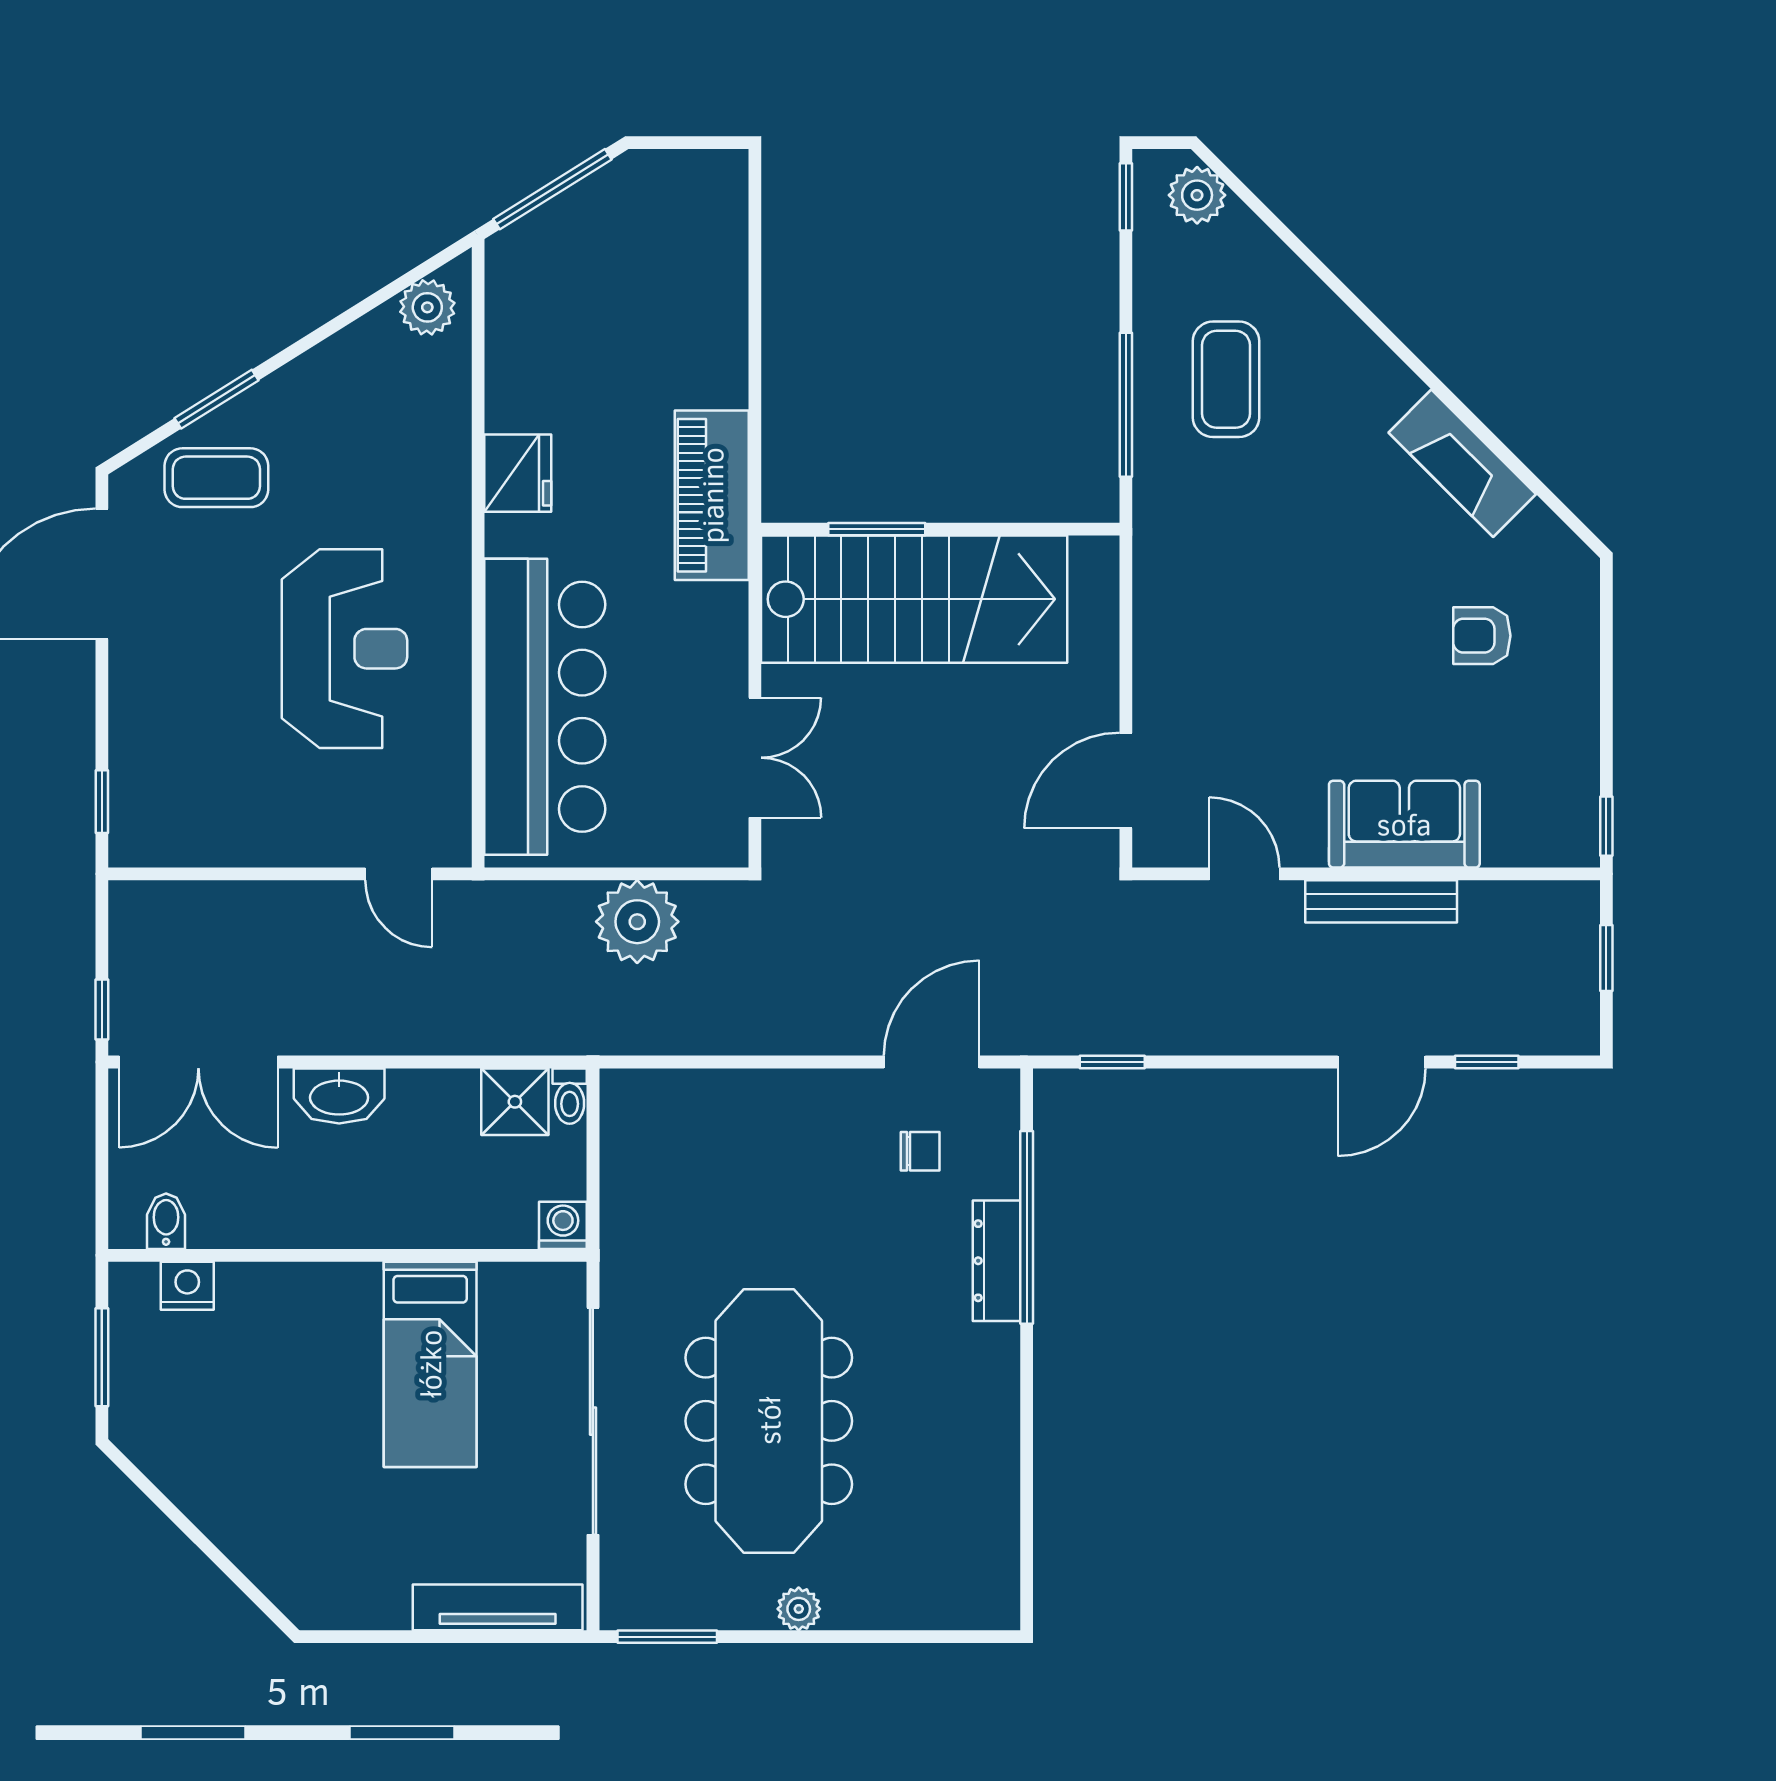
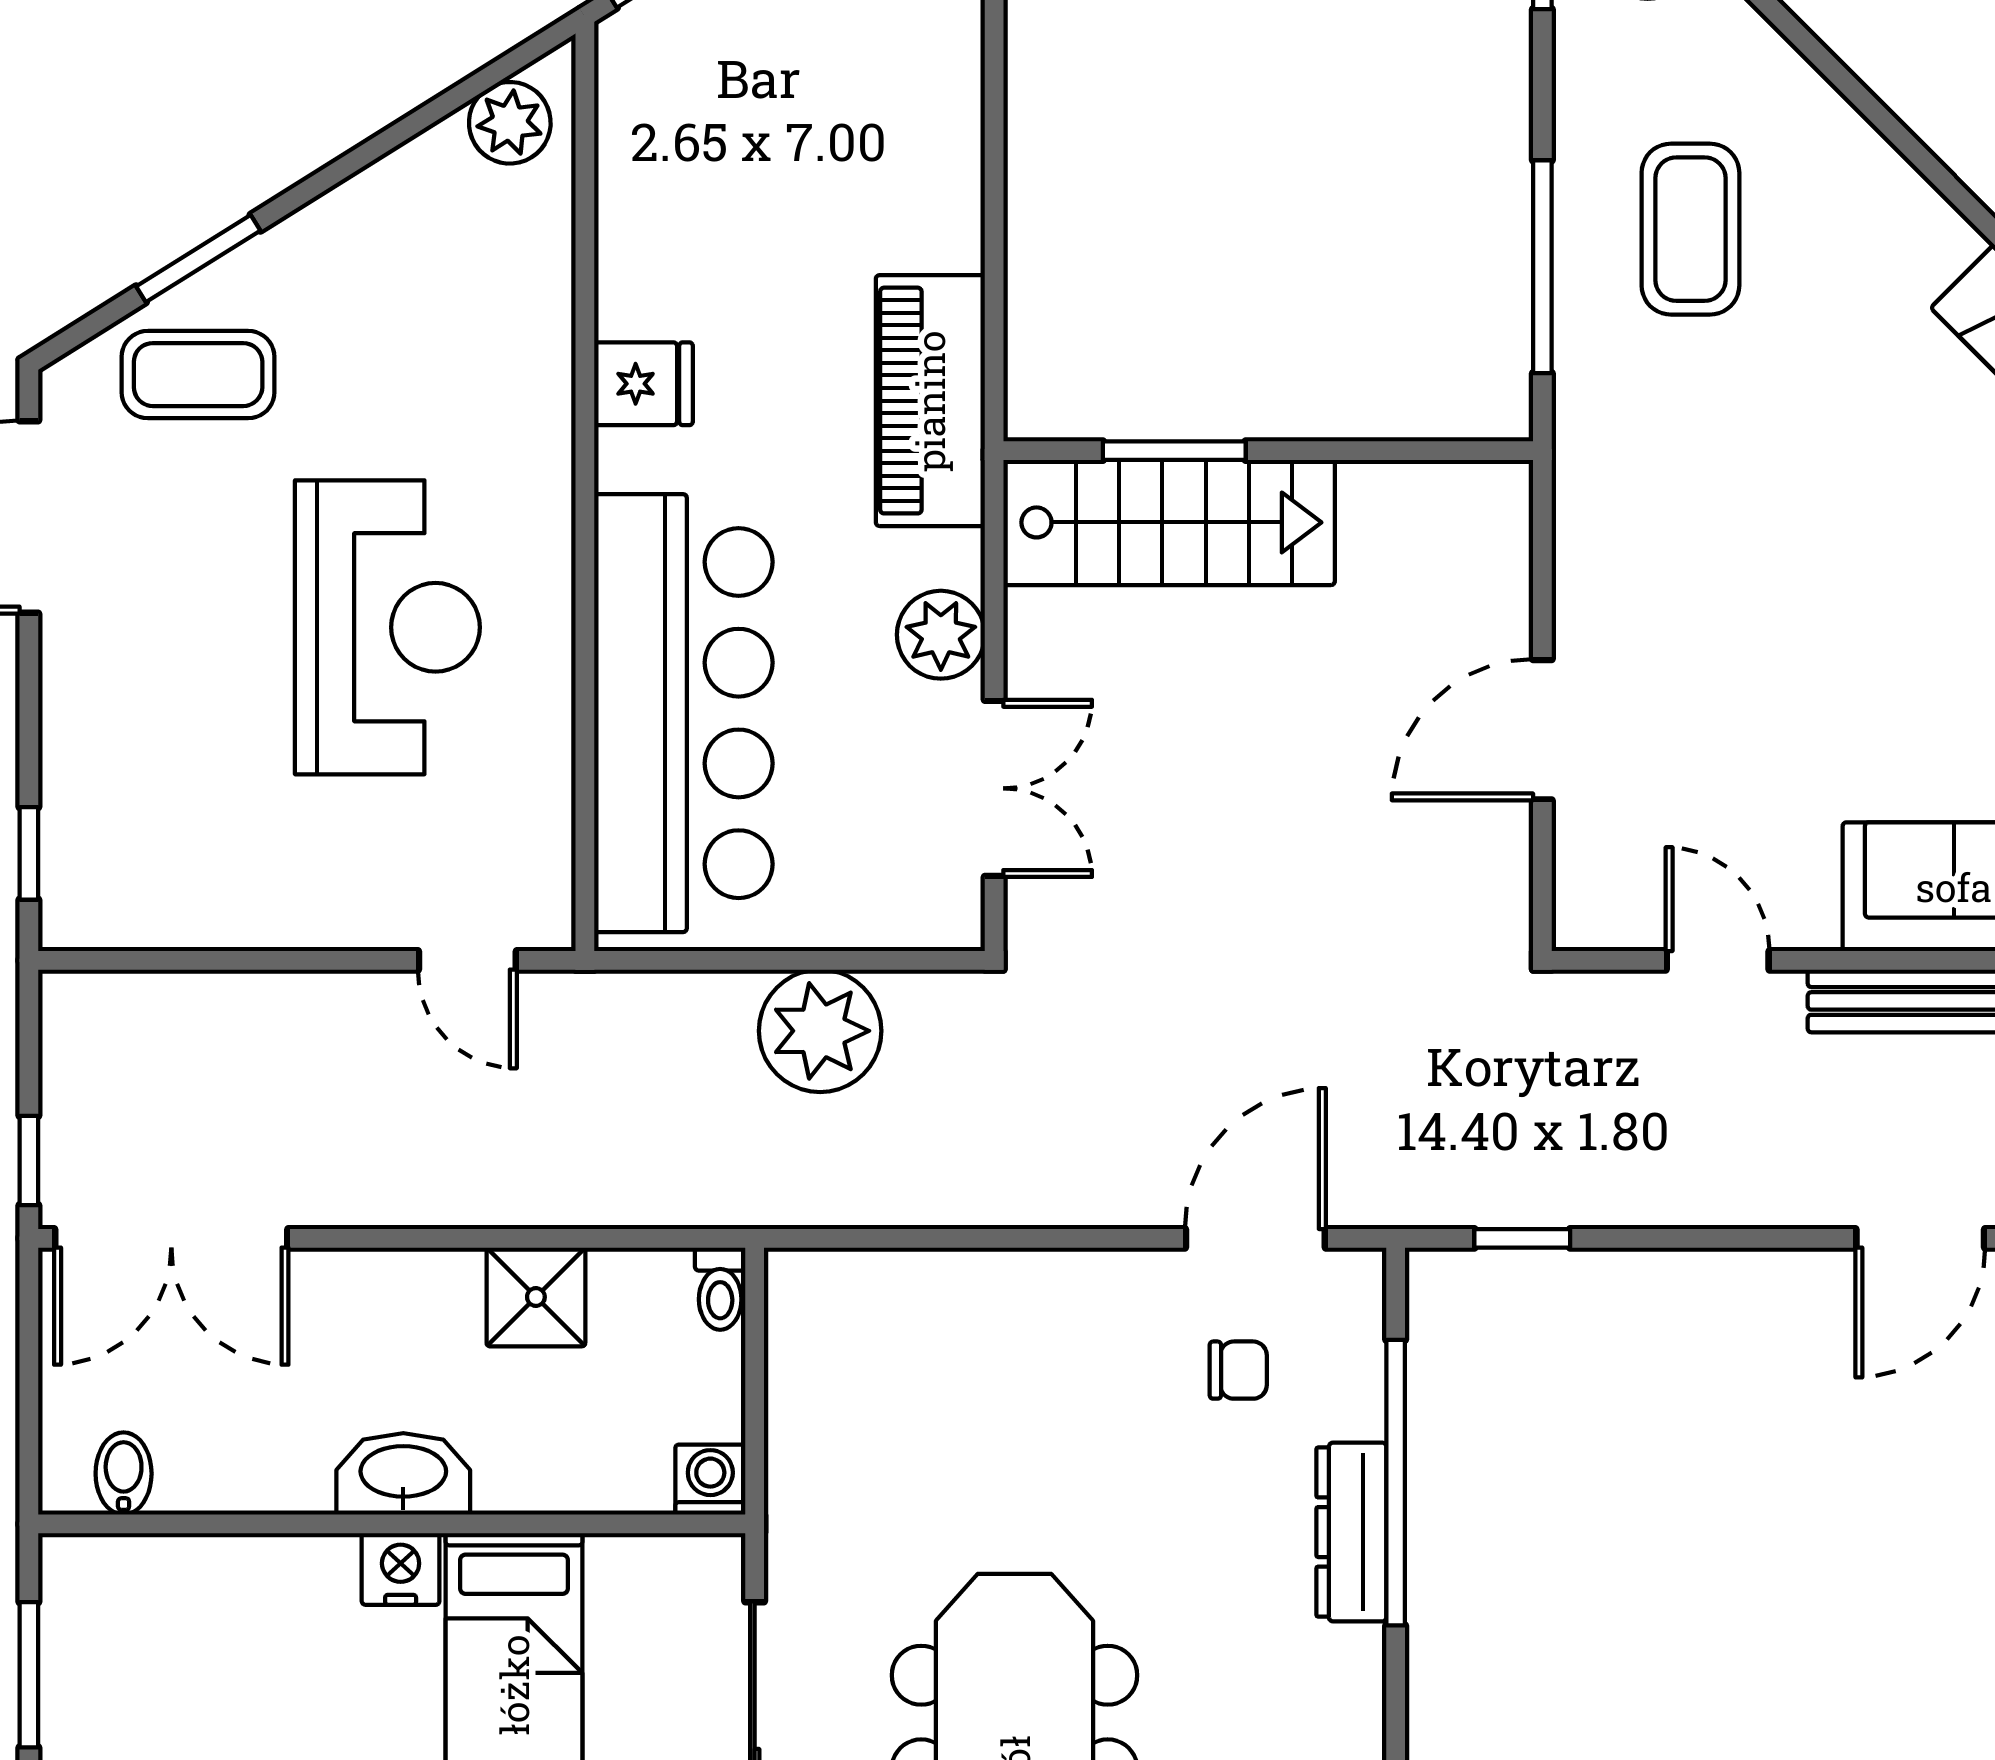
fridge: (518, 473) -> (644, 384), width x0.72
stairs: (914, 599) -> (1169, 522), width x0.73, depth x0.66
plant: (719, 654) -> (941, 635), added
door: (1126, 781) -> (1542, 730), moved
washbasin: (339, 1096) -> (403, 1474), moved, turned 180
shower: (515, 1102) -> (536, 1297), moved
nightstand: (187, 1286) -> (401, 1569), moved

